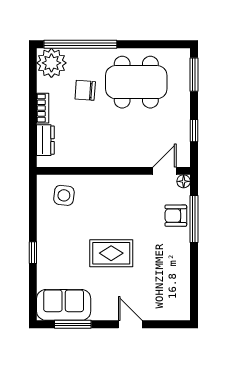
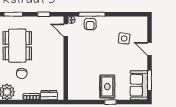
side table: (64, 195) -> (124, 38), moved
rug: (111, 253) -> (107, 87), moved
door: (130, 324) -> (149, 49), hinge flipped

